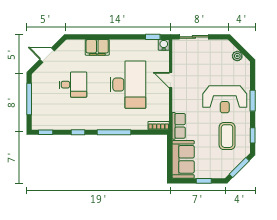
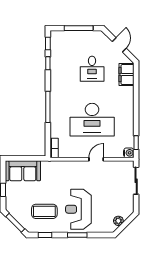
filing cabinet: (97, 47) -> (126, 75), moved
row of seats: (179, 126) -> (54, 167), removed
window: (78, 132) -> (48, 63), moved

